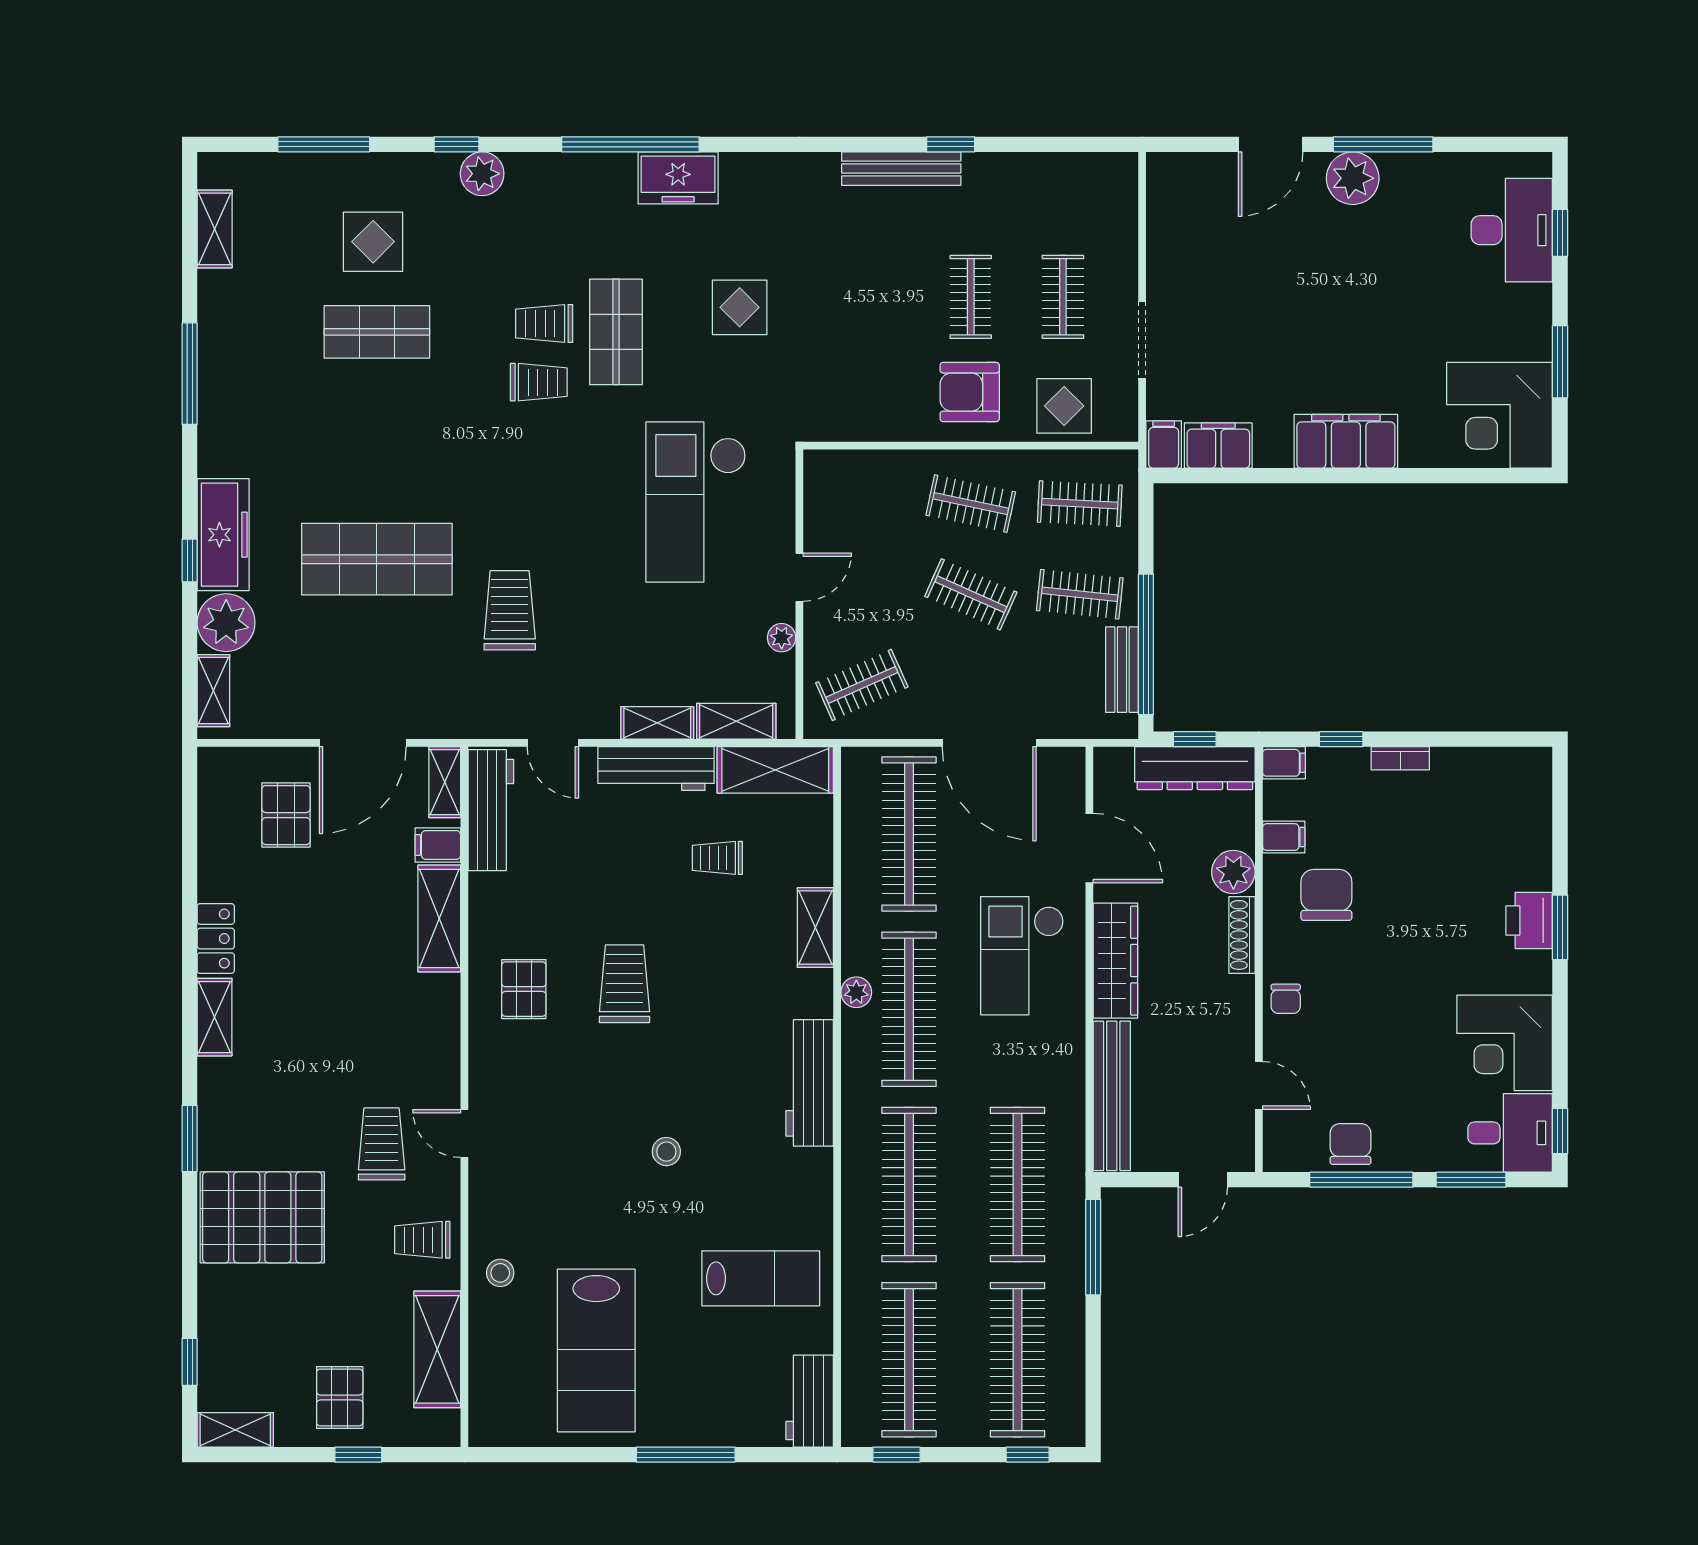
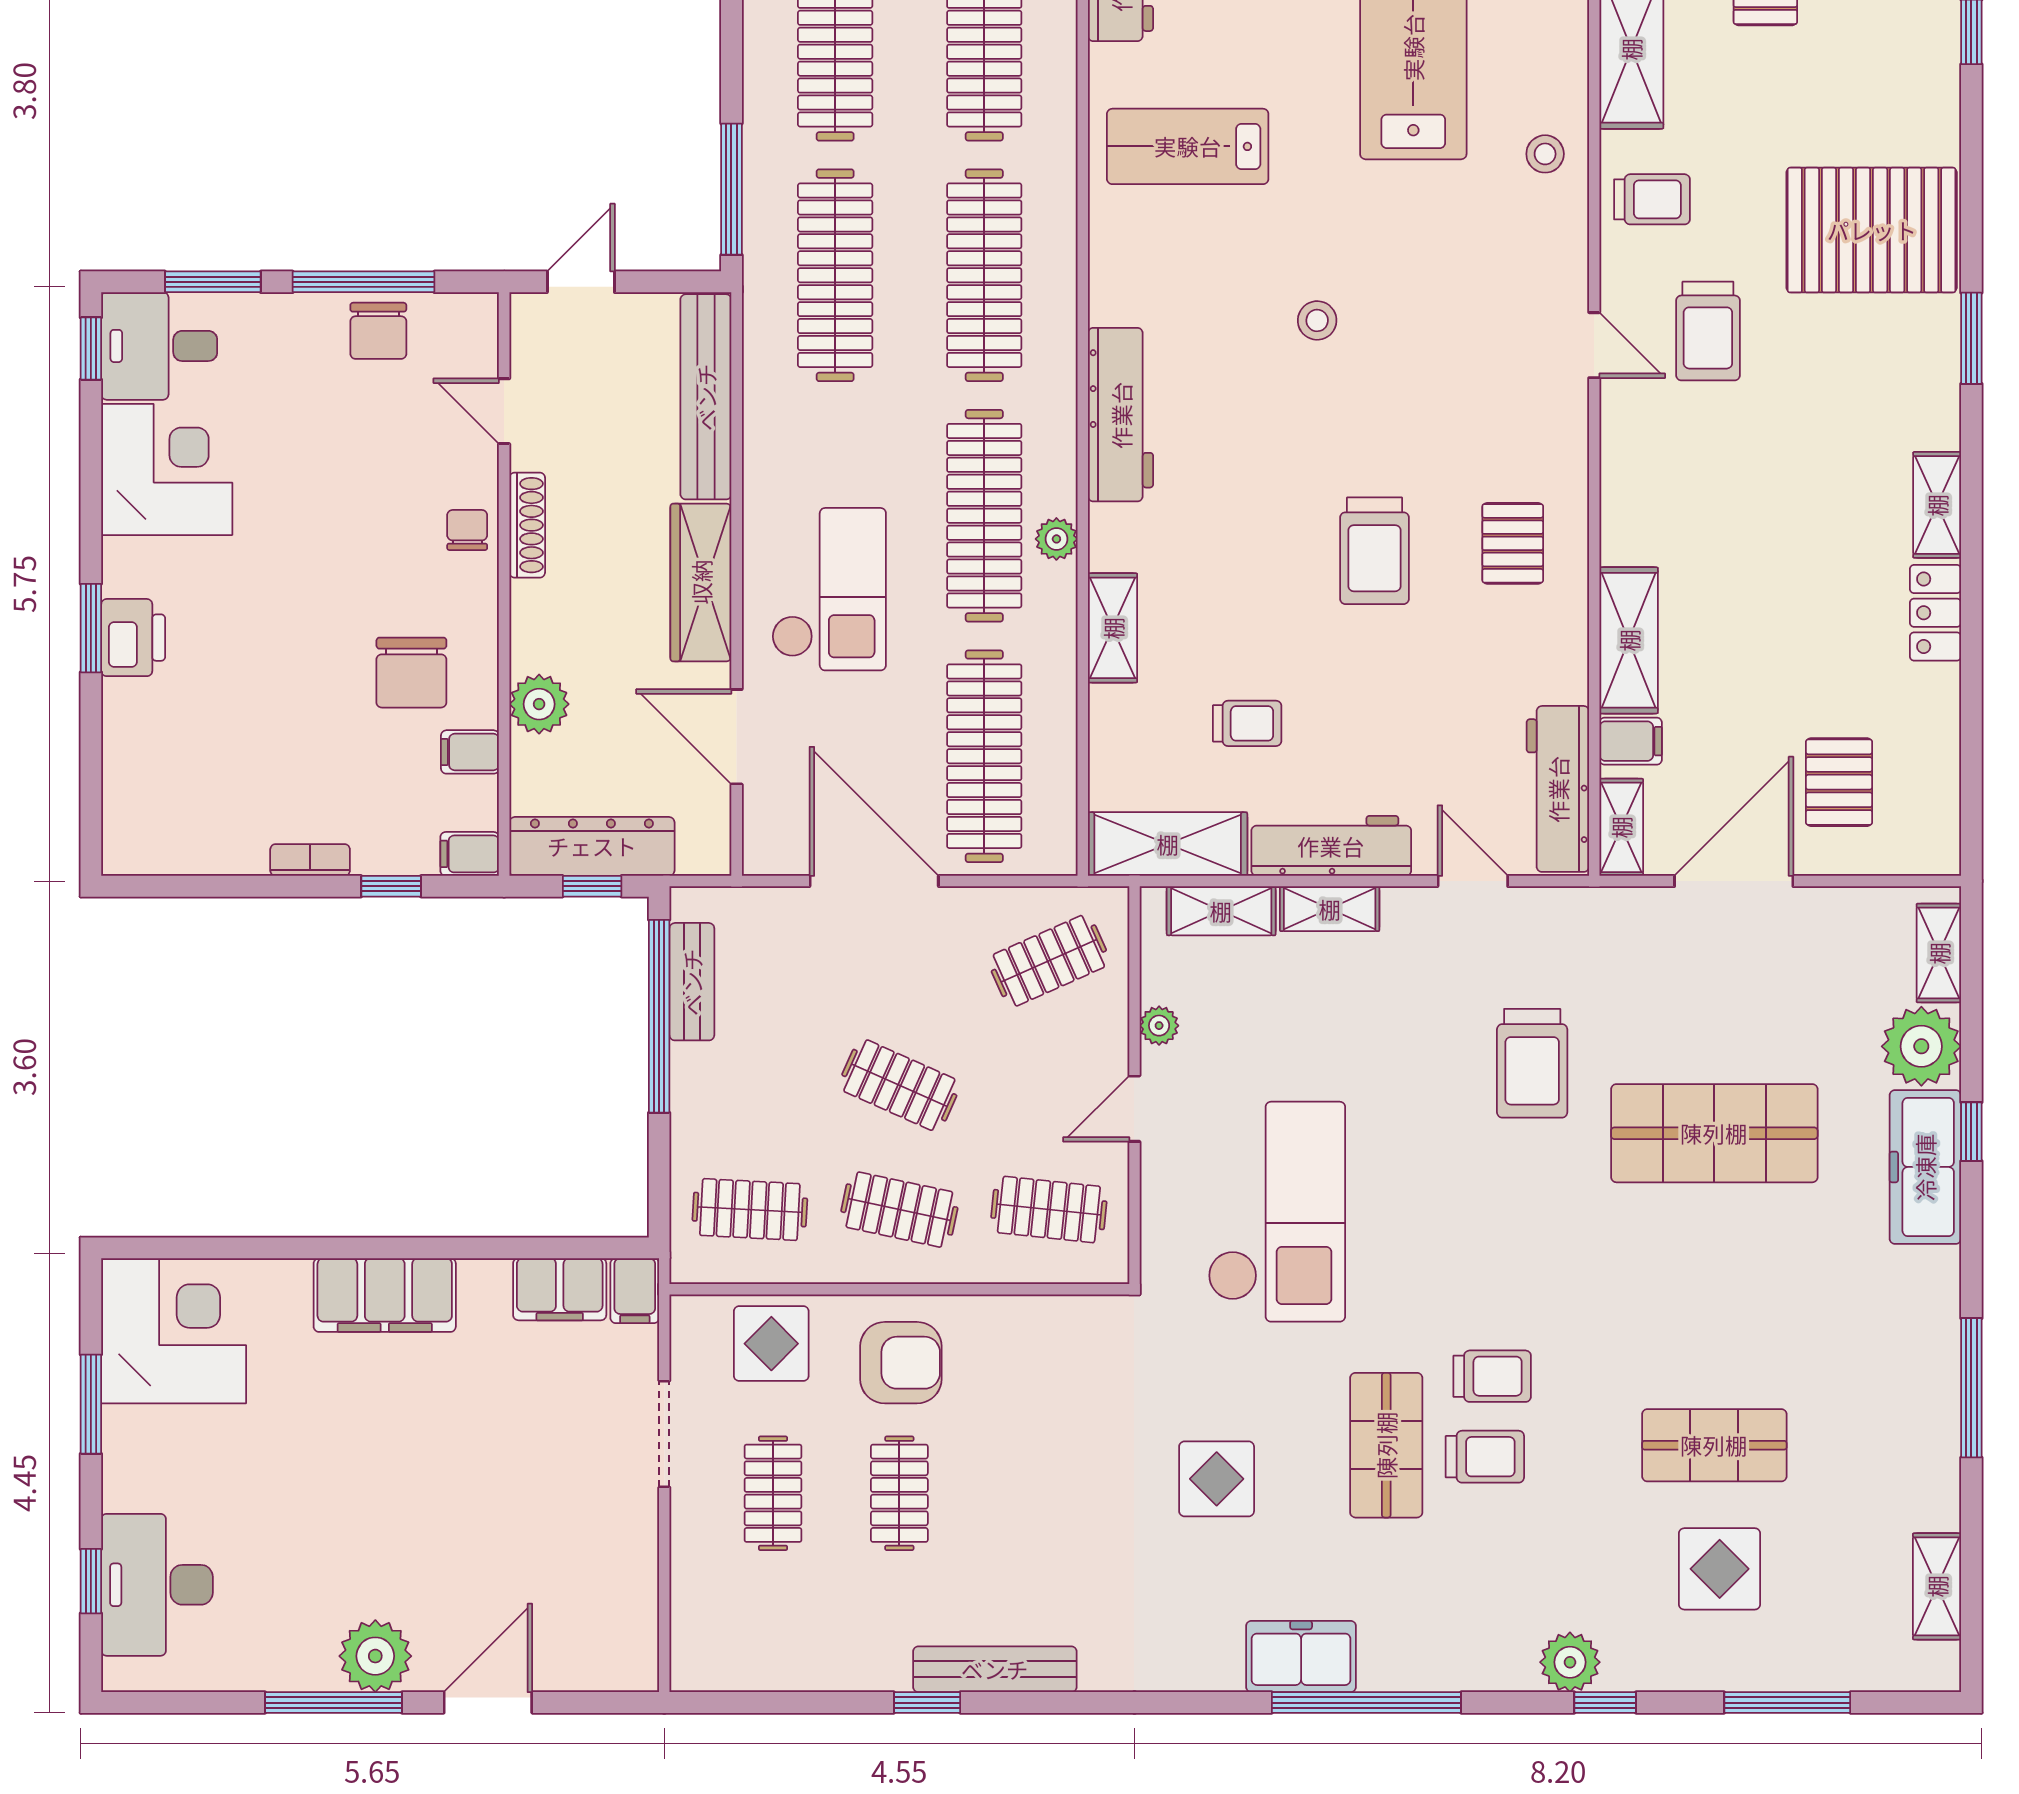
trolley: (539, 382) -> (1492, 1376), turned 180
clothes rail: (1080, 594) -> (1049, 1210), moved
shoe rack: (1242, 935) -> (527, 525), moved

